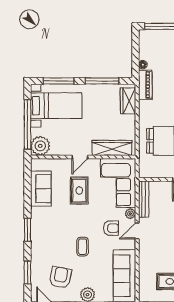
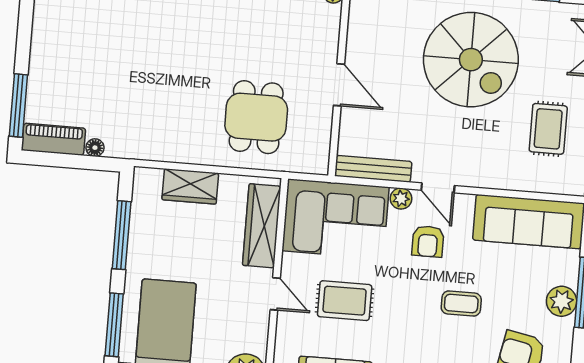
piano: (145, 85) -> (54, 139), moved
wardrobe: (128, 101) -> (190, 186), moved
armchair: (111, 228) -> (428, 241), turned 180

